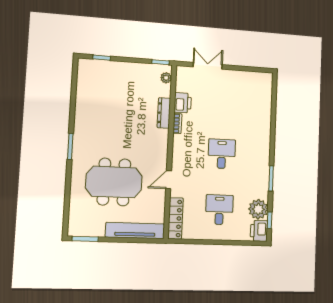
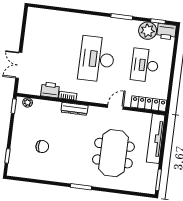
chair: (116, 98) -> (42, 147), added
dresser: (164, 113) -> (74, 109), moved
desk: (222, 154) -> (97, 59), width x1.87, depth x1.30
door: (169, 180) -> (115, 107), swing flipped
desk: (219, 210) -> (145, 65), width x1.37

